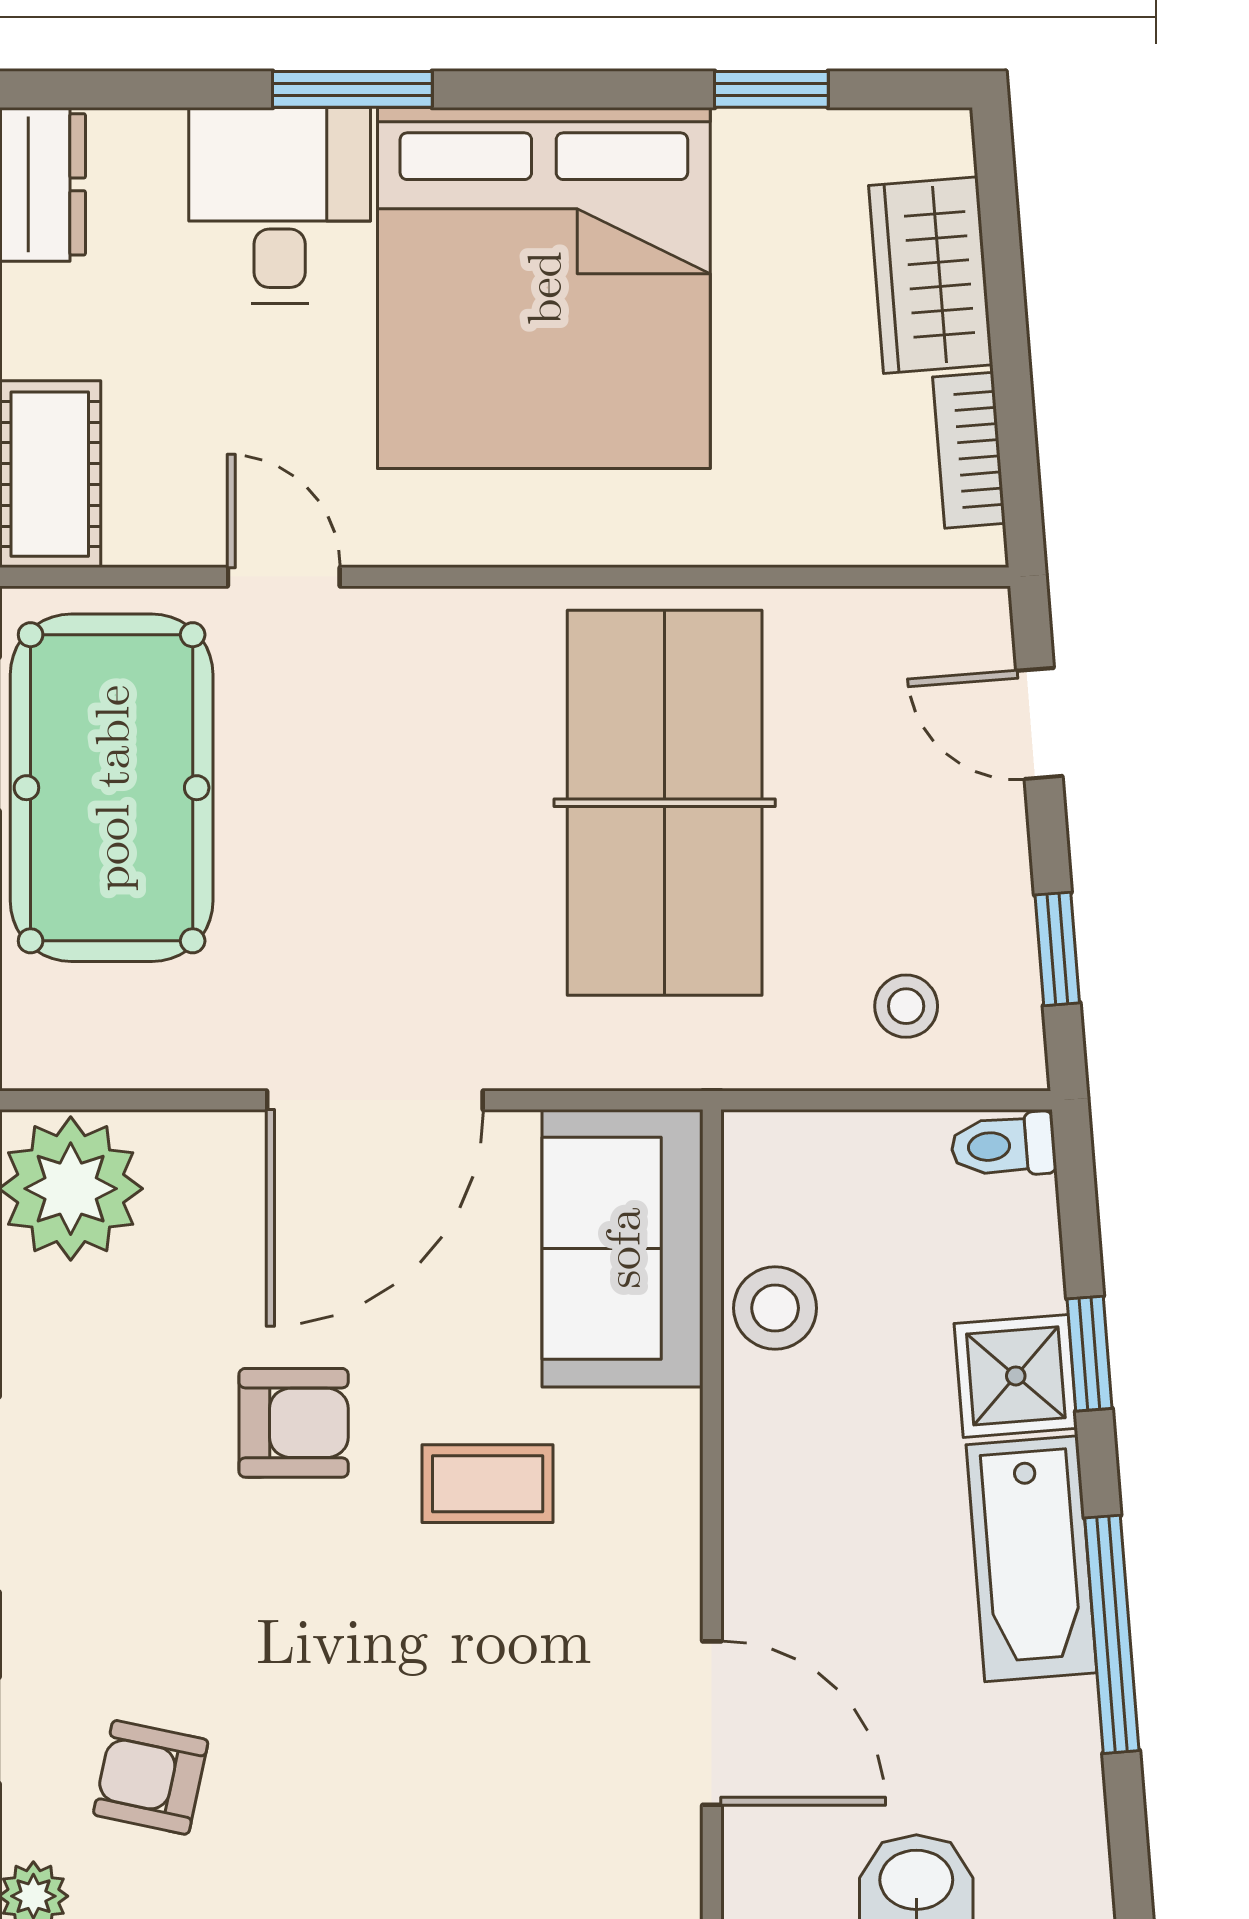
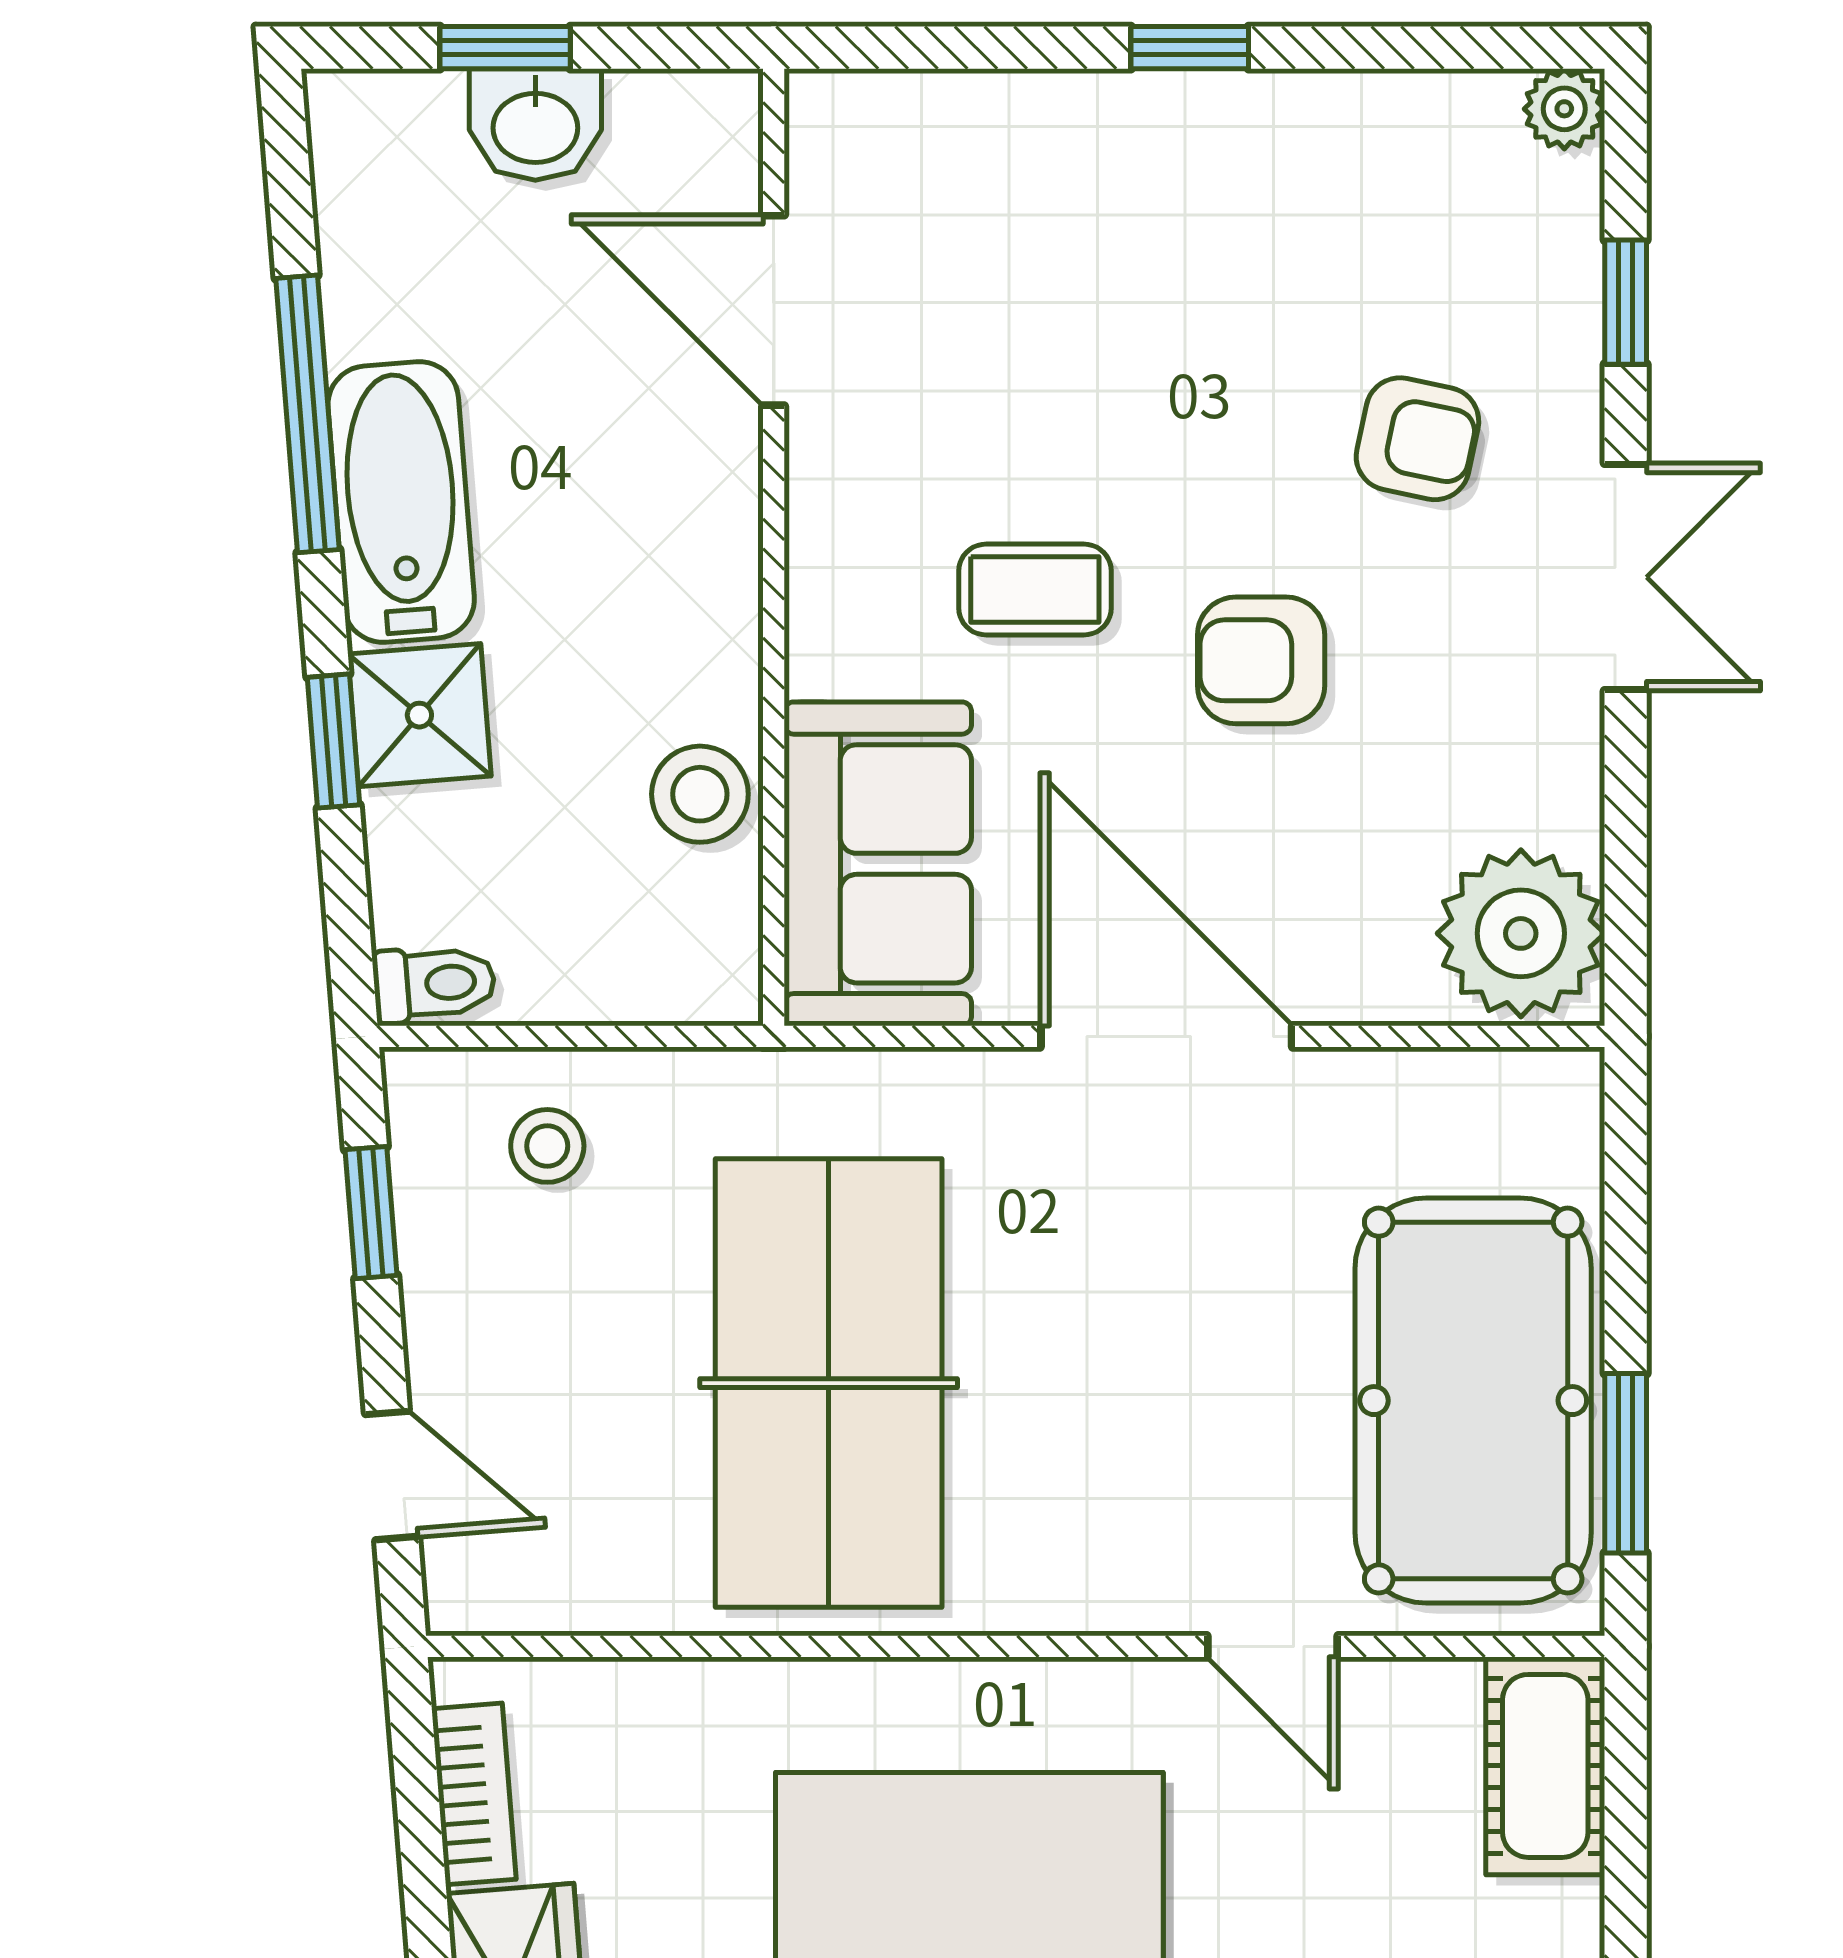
door: (375, 1100) -> (1166, 1036), hinge flipped
armchair: (151, 1777) -> (1417, 439), moved

